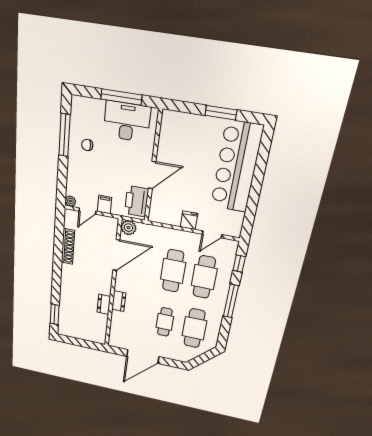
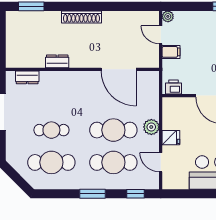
printer: (136, 201) -> (173, 87), width x0.53, depth x0.68
plant: (128, 228) -> (151, 127), moved
shoe rack: (68, 246) -> (81, 17), moved
dresser: (119, 301) -> (27, 77), moved
window: (231, 301) -> (92, 194), width x0.69

